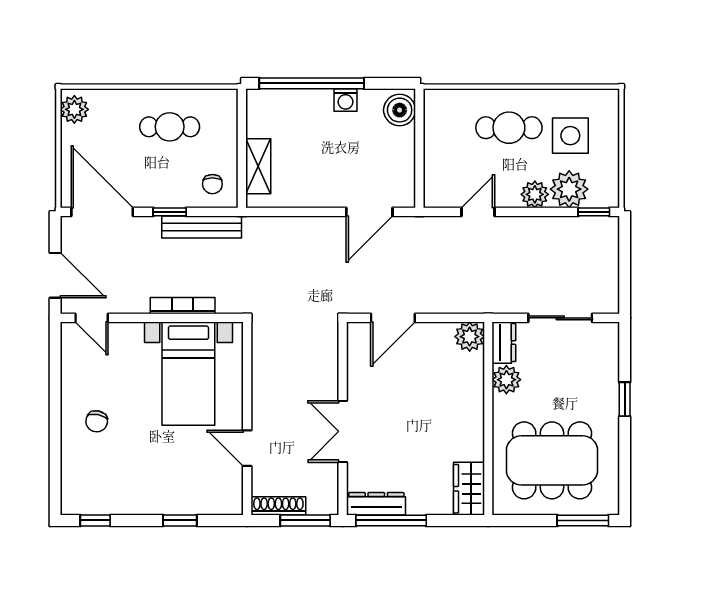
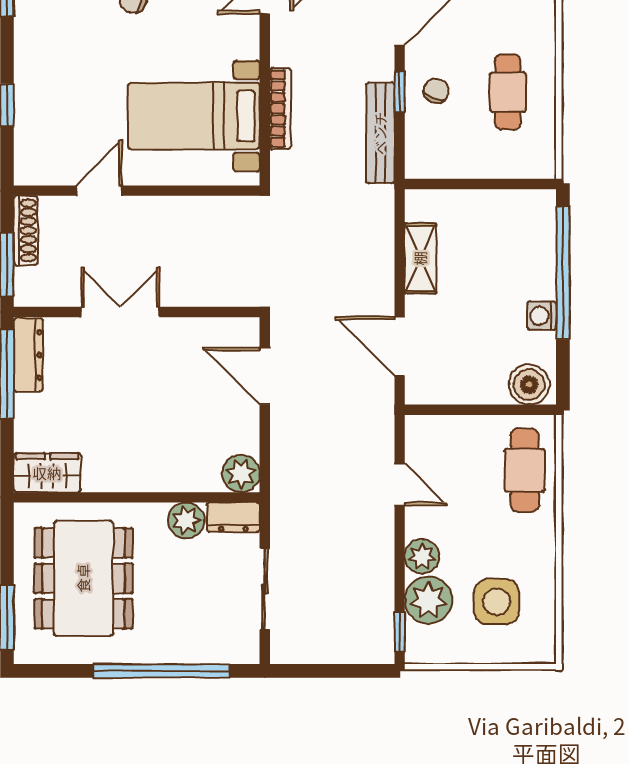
cafe table: (509, 128) -> (525, 470), moved
shelving: (258, 166) -> (420, 258), moved, turned 90
chair: (212, 184) -> (436, 91), moved, turned 113
window: (625, 399) -> (161, 671), width x3.17

